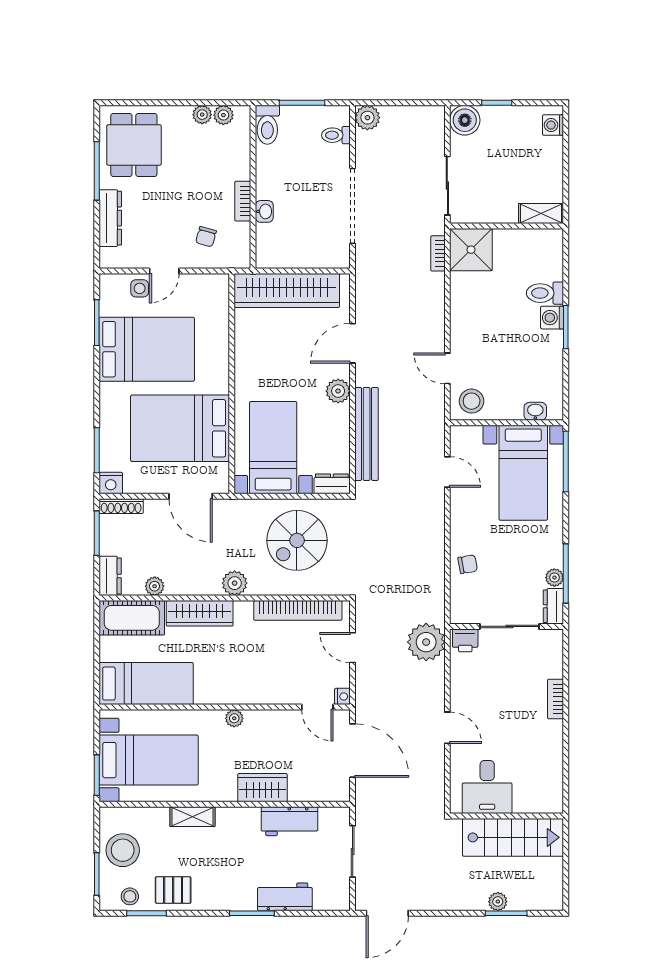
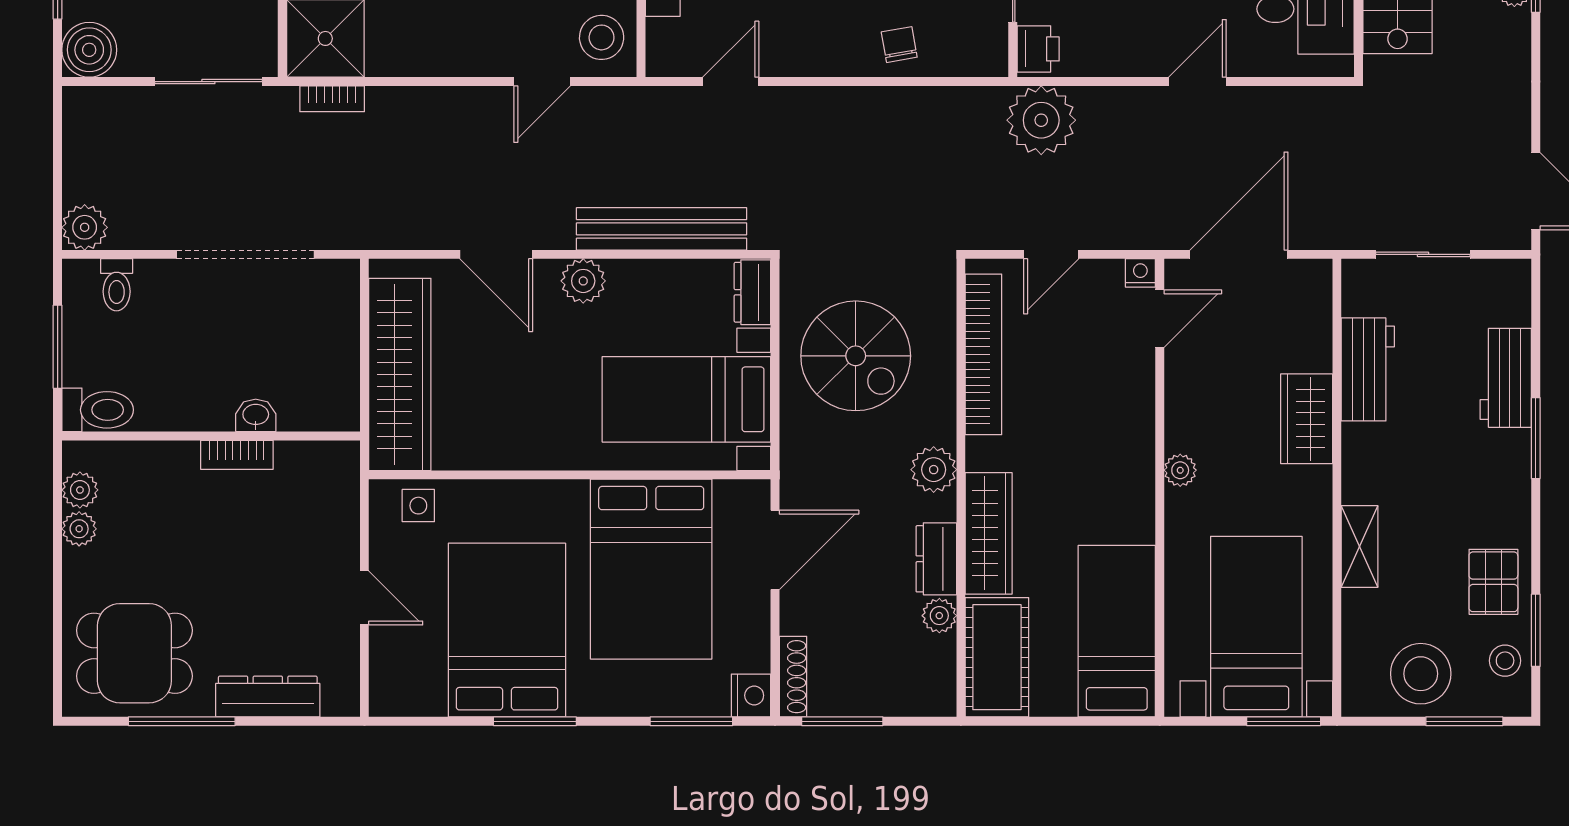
chair: (206, 237) -> (302, 522), removed
side table: (140, 288) -> (418, 506), moved
window: (97, 323) -> (535, 721), moved
dresser: (110, 576) -> (936, 559), moved, turned -90

